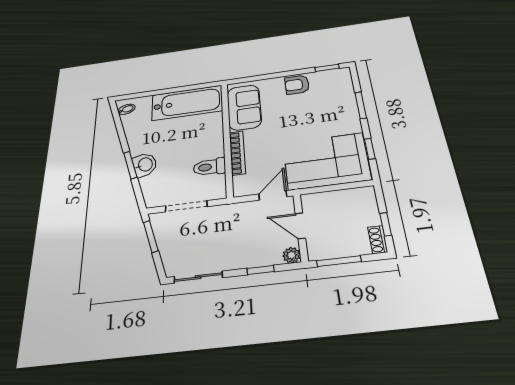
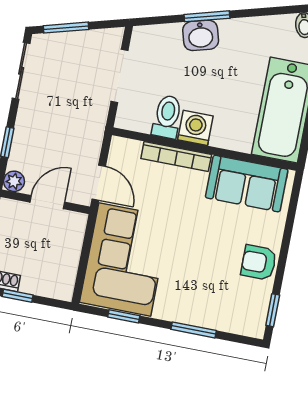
armchair: (297, 85) -> (259, 262), turned -90
washing machine: (213, 148) -> (195, 128), added
window: (151, 236) -> (66, 28), moved

